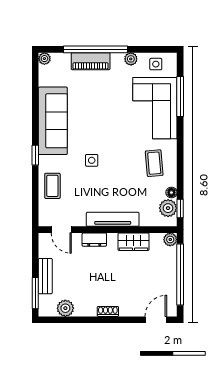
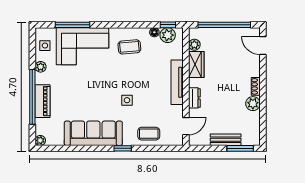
plant: (170, 239) -> (194, 45), moved
plant: (65, 308) -> (253, 104), moved

